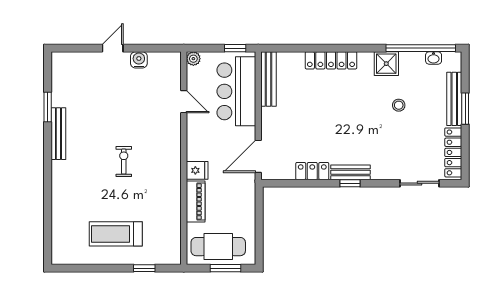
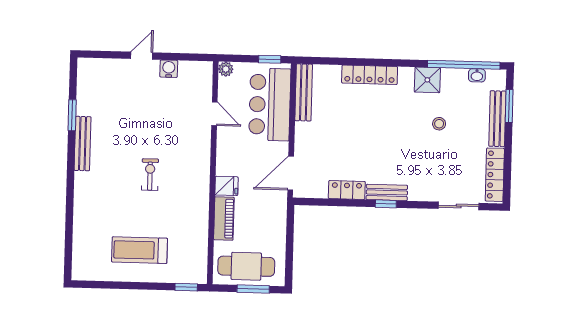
window: (465, 109) -> (509, 106), moved
window: (144, 268) -> (186, 287), moved

